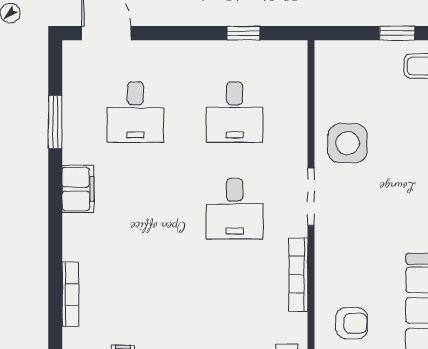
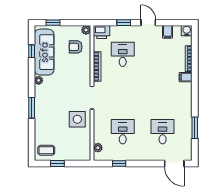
plant: (296, 72) -> (98, 148), added
filing cabinet: (78, 189) -> (186, 77), moved, width x0.50
desk: (235, 209) -> (123, 54), moved

